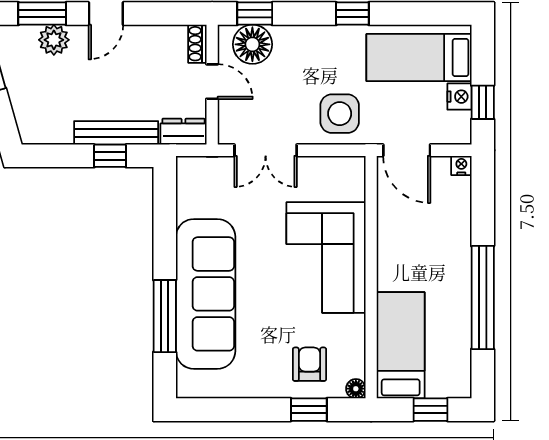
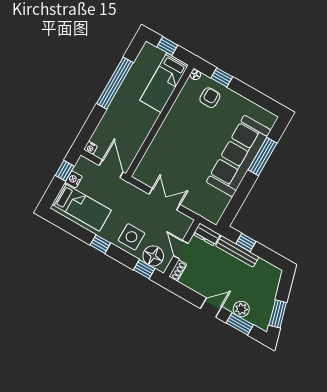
side table: (340, 114) -> (131, 237), moved
double door: (266, 150) -> (165, 199), moved
corner sofa: (326, 257) -> (175, 141), removed
armchair: (309, 364) -> (210, 98), turned 180

